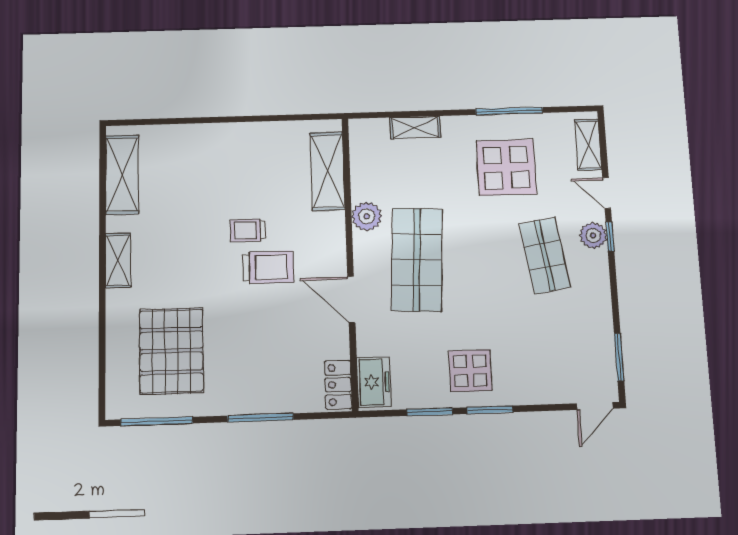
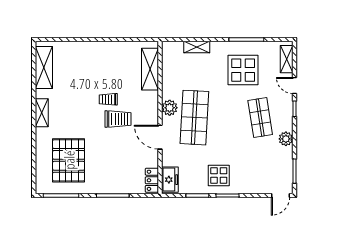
plant: (367, 216) -> (170, 108), moved
plant: (593, 235) -> (286, 139), moved

